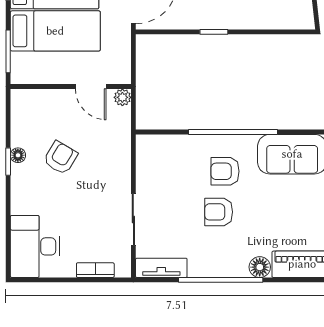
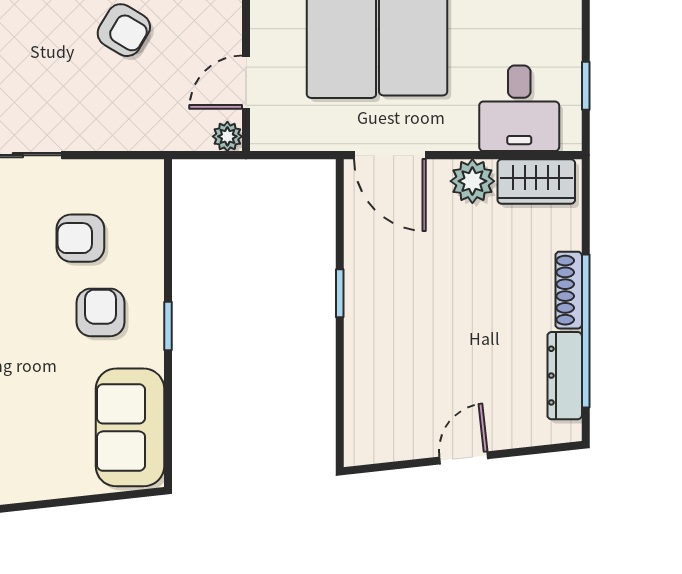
window: (233, 132) -> (168, 326), width x0.32
armchair: (219, 212) -> (80, 238), moved, turned -90

